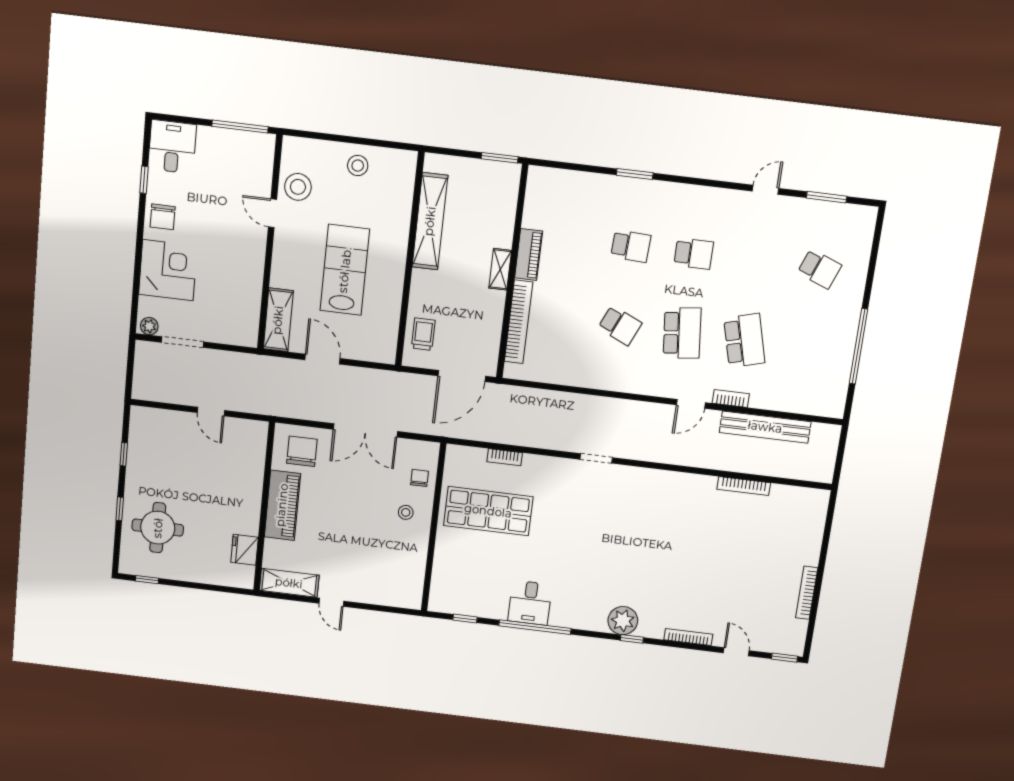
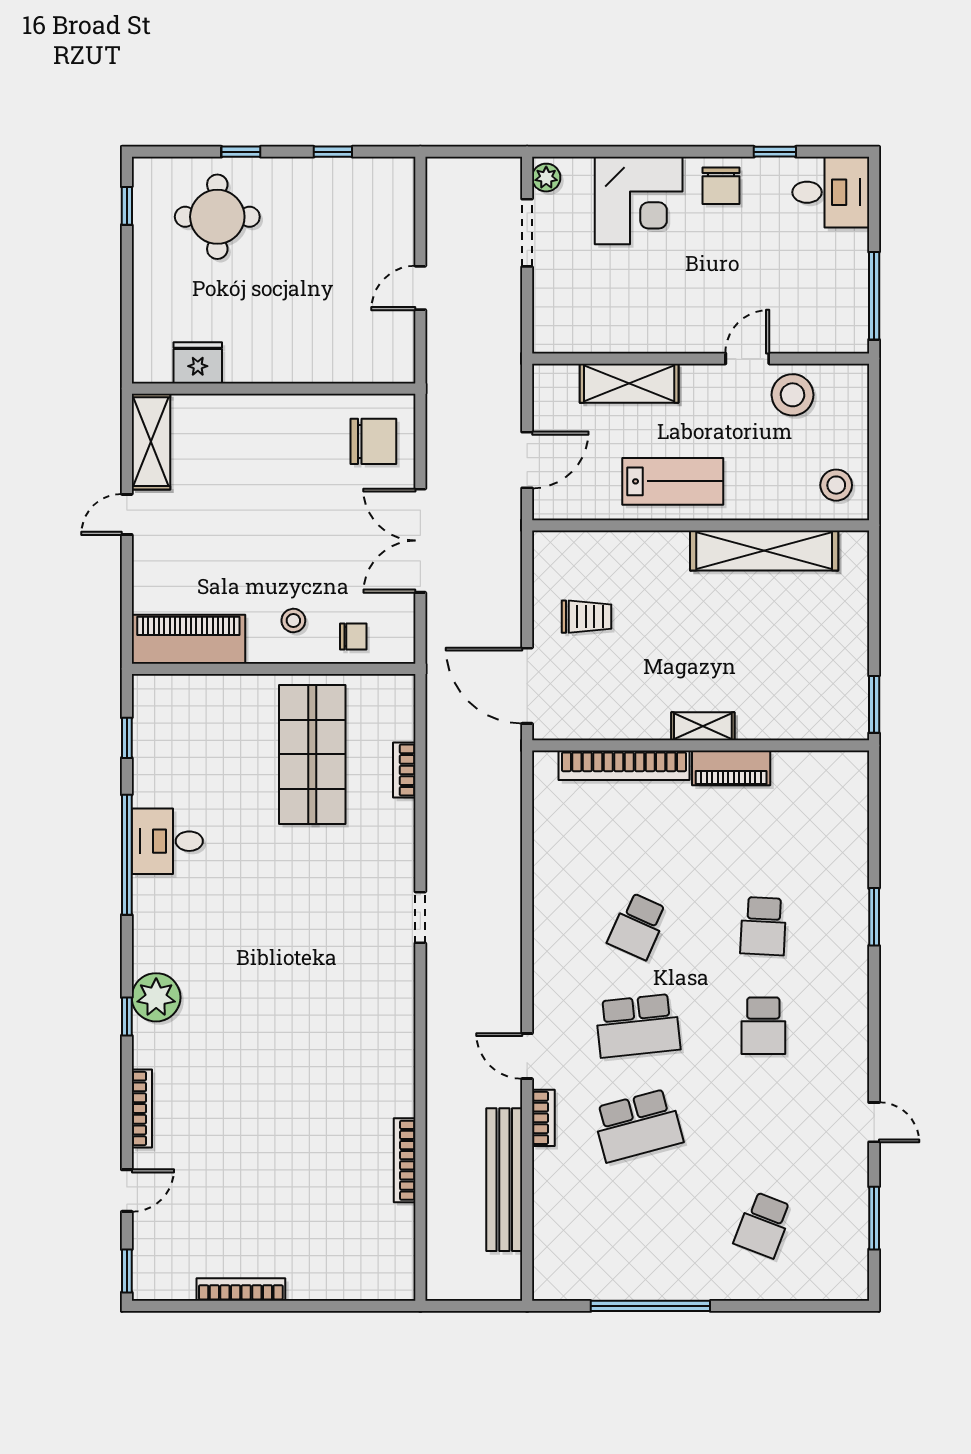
chair: (163, 217) -> (721, 186), turned -90
shelving: (430, 221) -> (764, 551), moved
wall: (410, 260) -> (701, 525), moved
lab bench: (345, 270) -> (673, 481), width x0.73, depth x0.72
shelving: (278, 320) -> (629, 383), moved
piano: (282, 505) -> (188, 639), moved, turned 180

